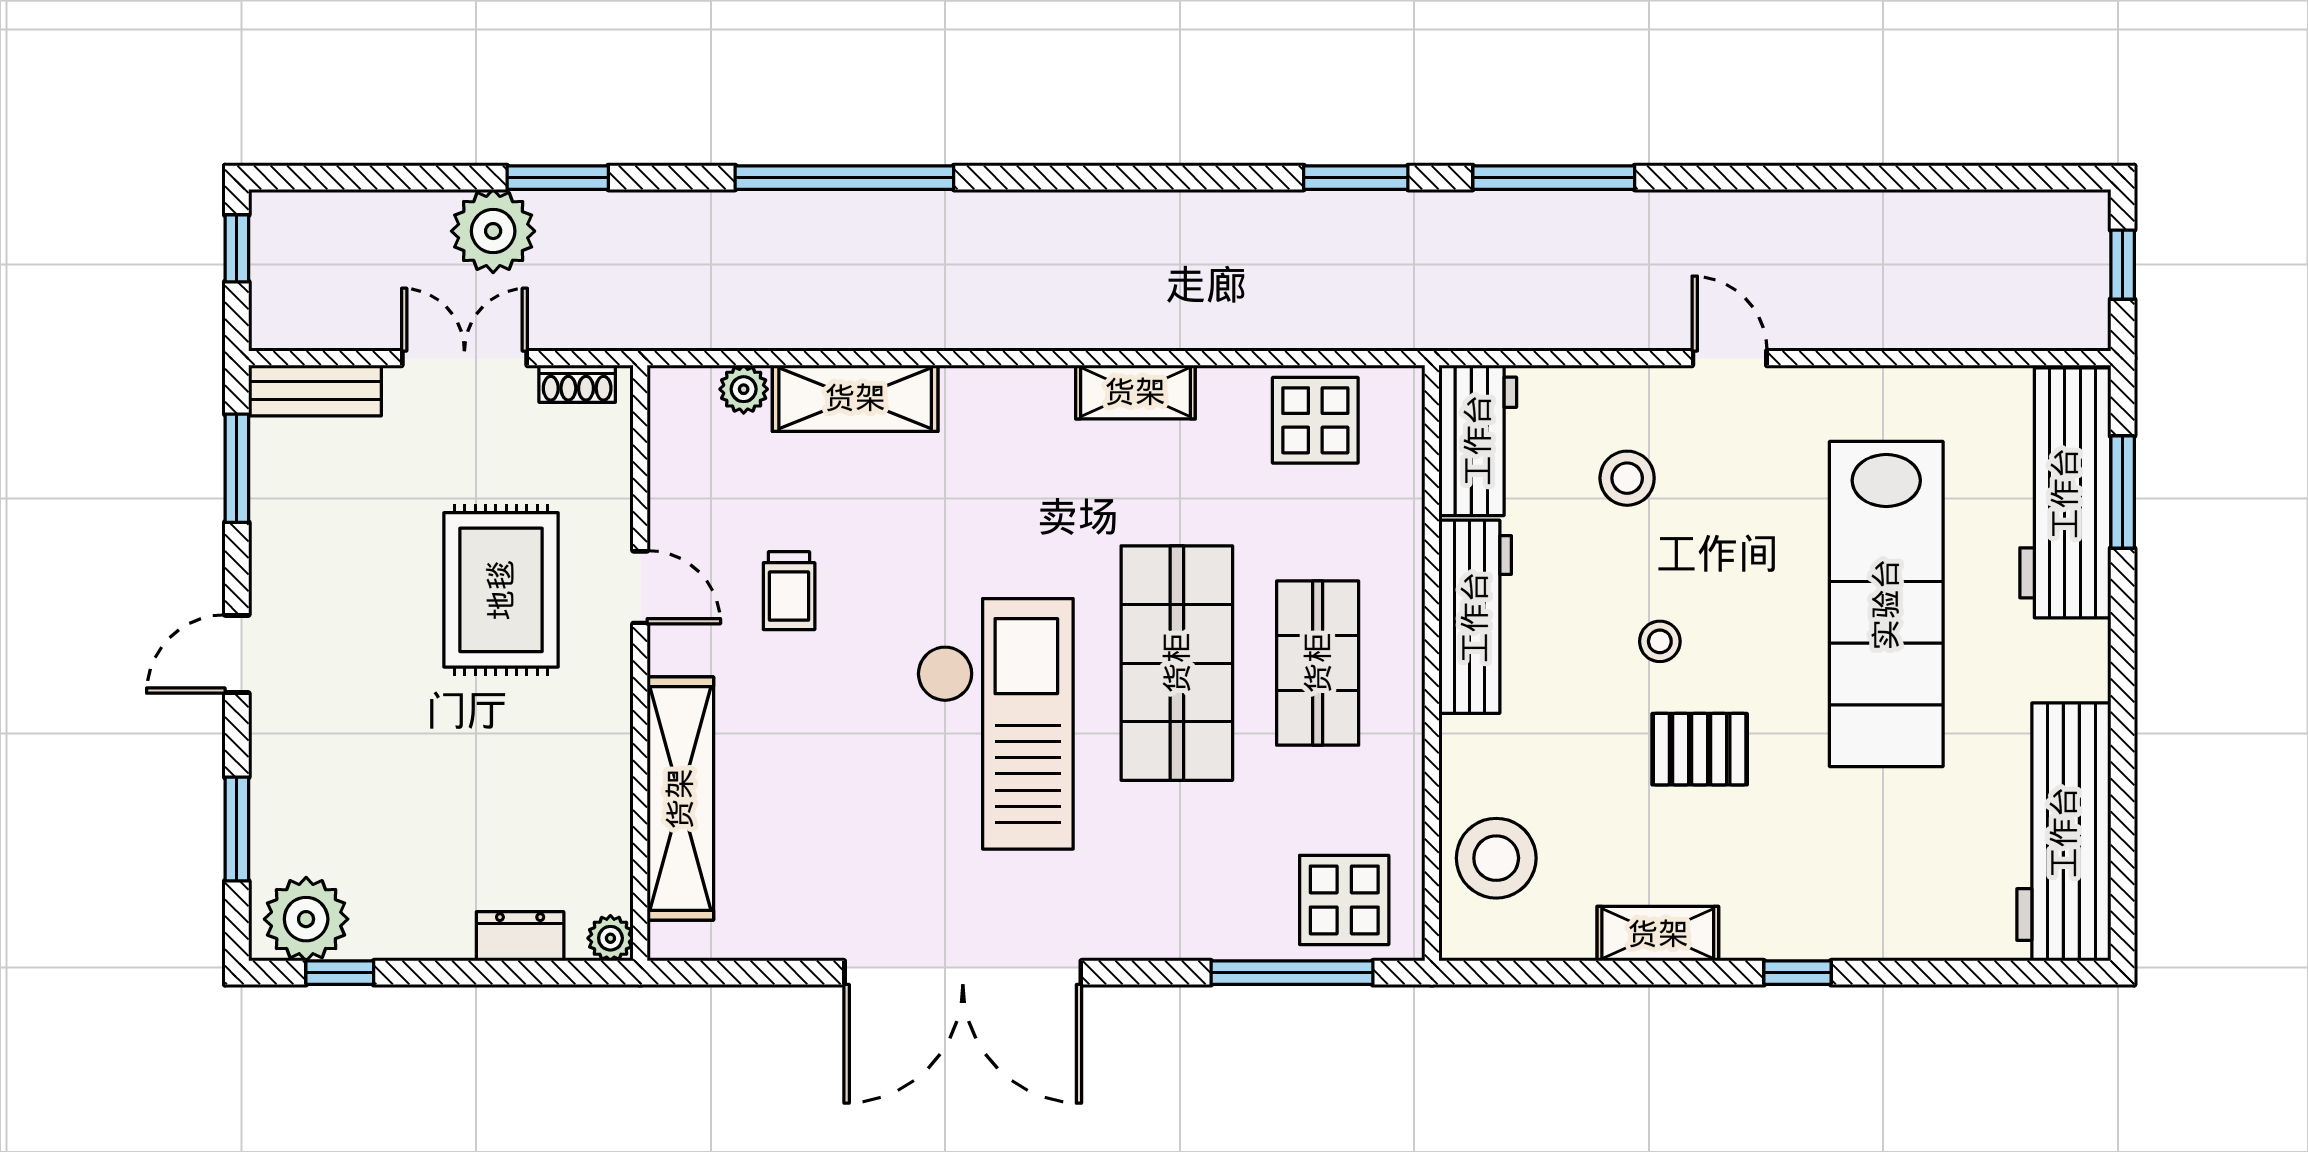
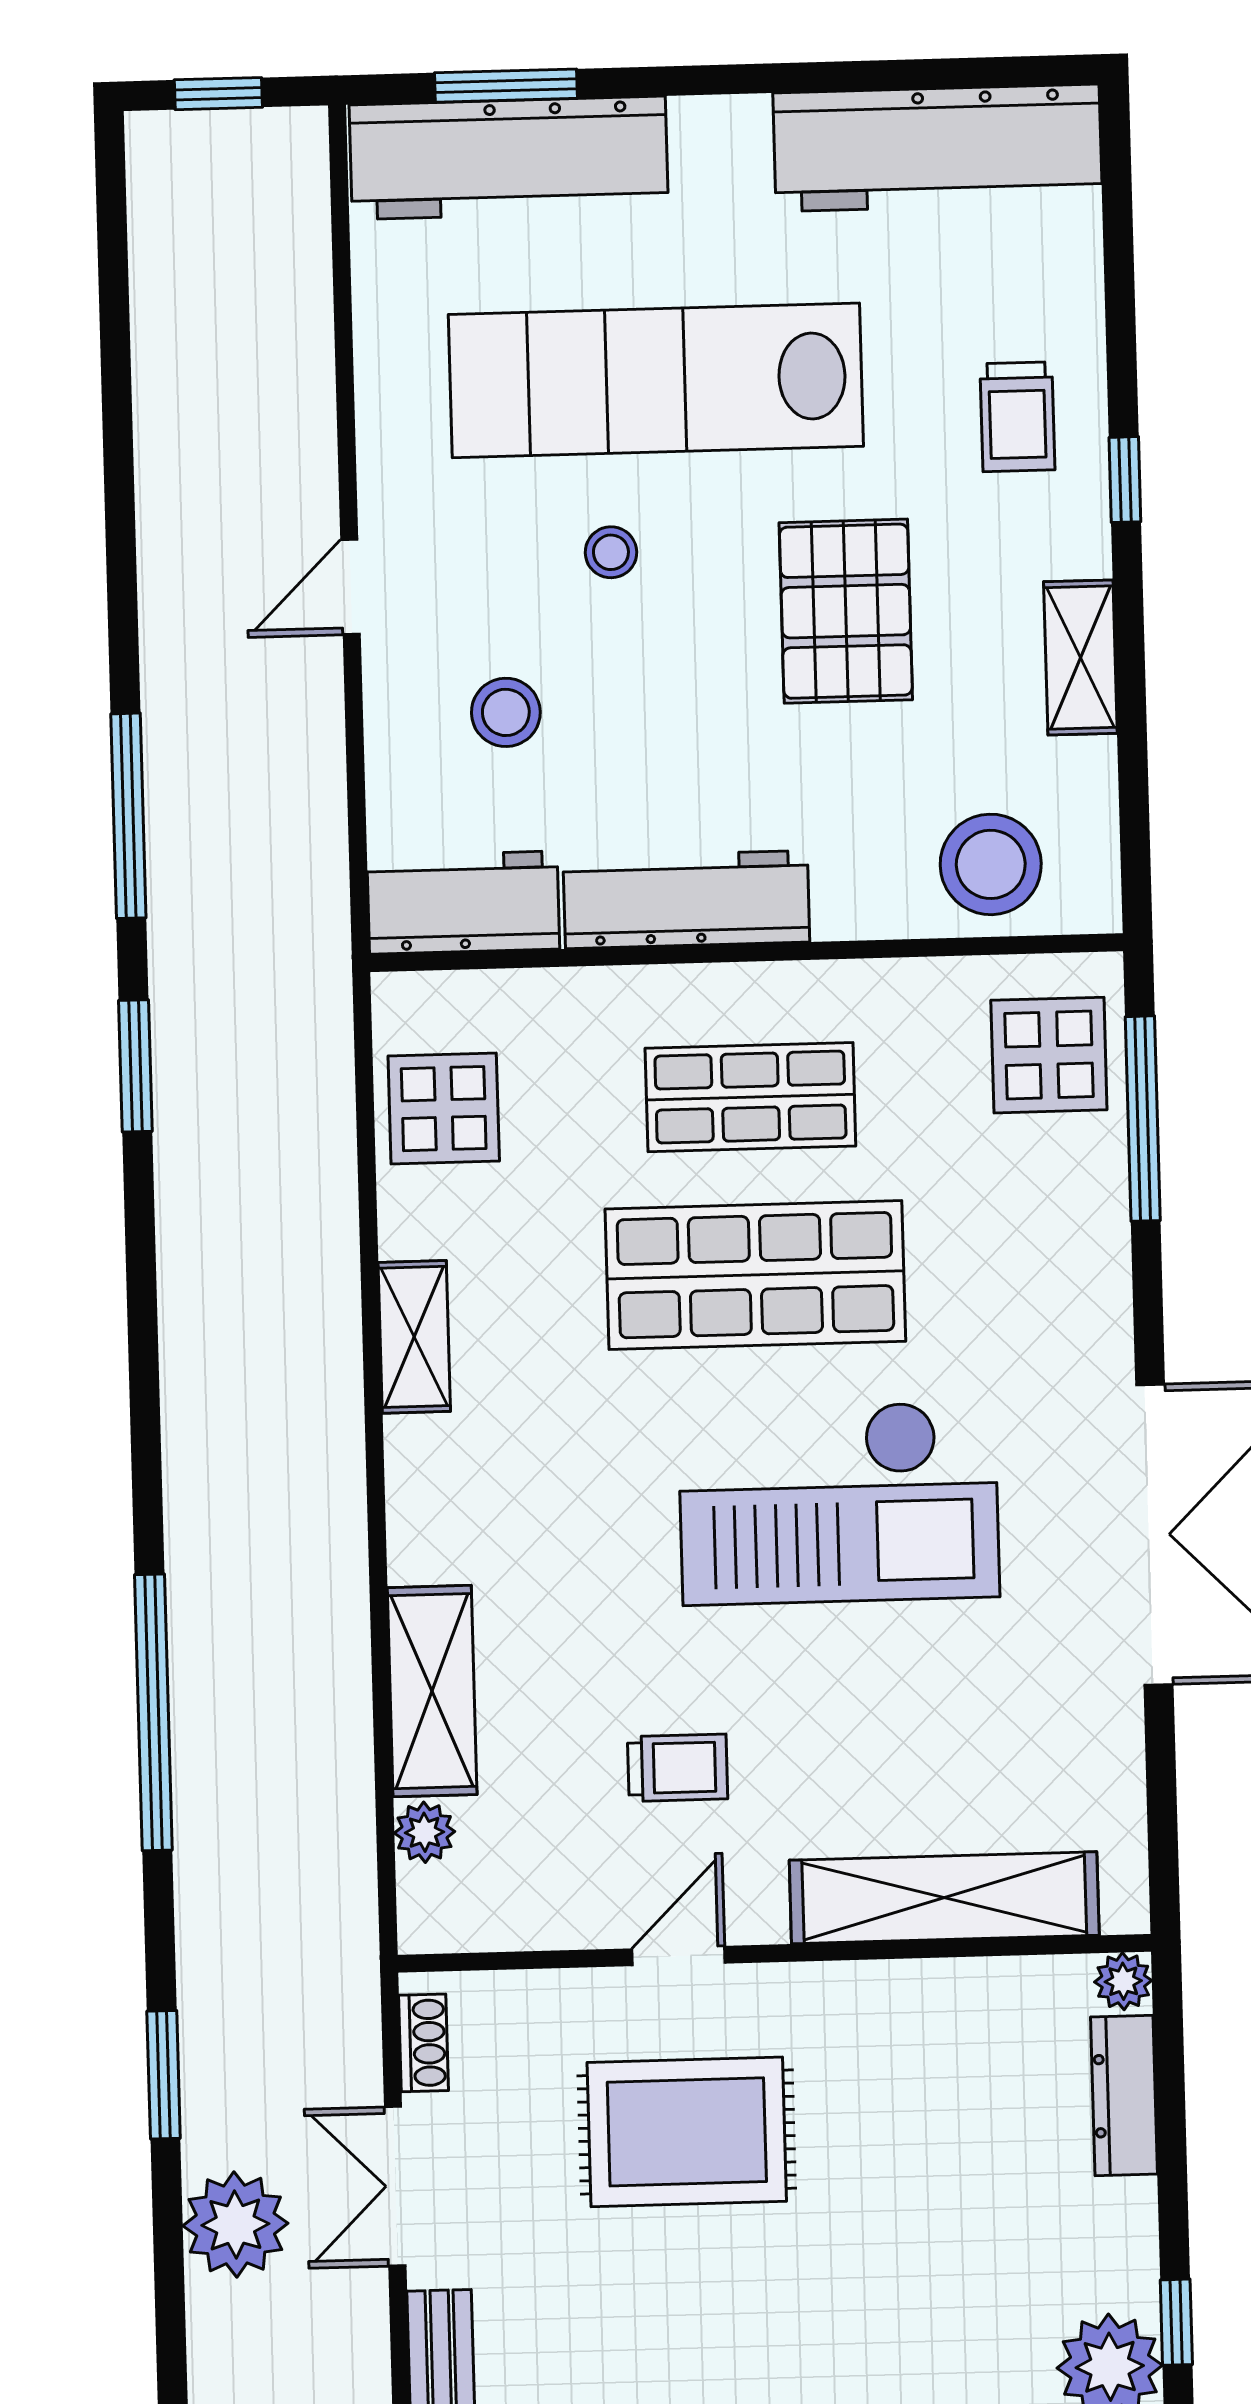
plant: (493, 231) -> (235, 2224), moved
lab bench: (1886, 604) -> (656, 380), turned 180
stool: (1660, 641) -> (611, 552), moved
checkout: (995, 724) -> (839, 1503), turned 180
pallet: (1700, 749) -> (846, 611), width x1.50, depth x1.42
trolley: (1849, 889) -> (1017, 417), added
dresser: (520, 936) -> (1124, 2096), width x1.44

